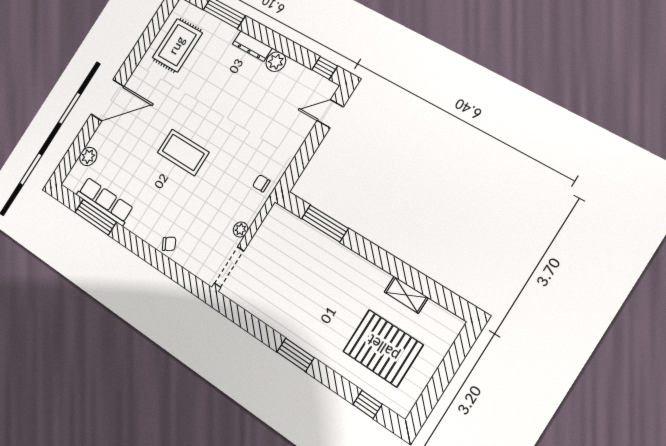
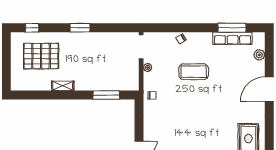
coffee table: (183, 152) -> (194, 72), moved
shelving: (406, 295) -> (63, 86), moved

